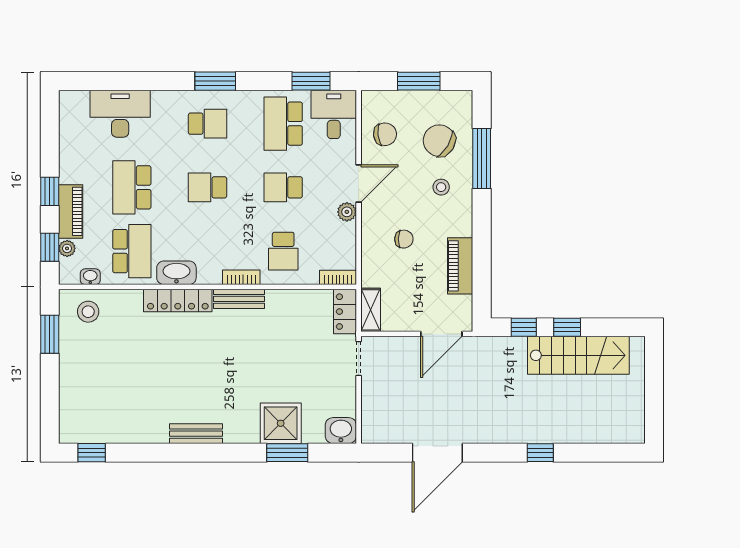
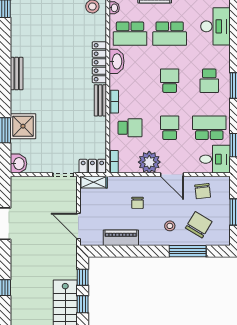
school desk: (132, 187) -> (170, 34), turned 180
plant: (347, 212) -> (149, 162), width x1.87, depth x1.87
school desk: (283, 251) -> (130, 128), turned 180

